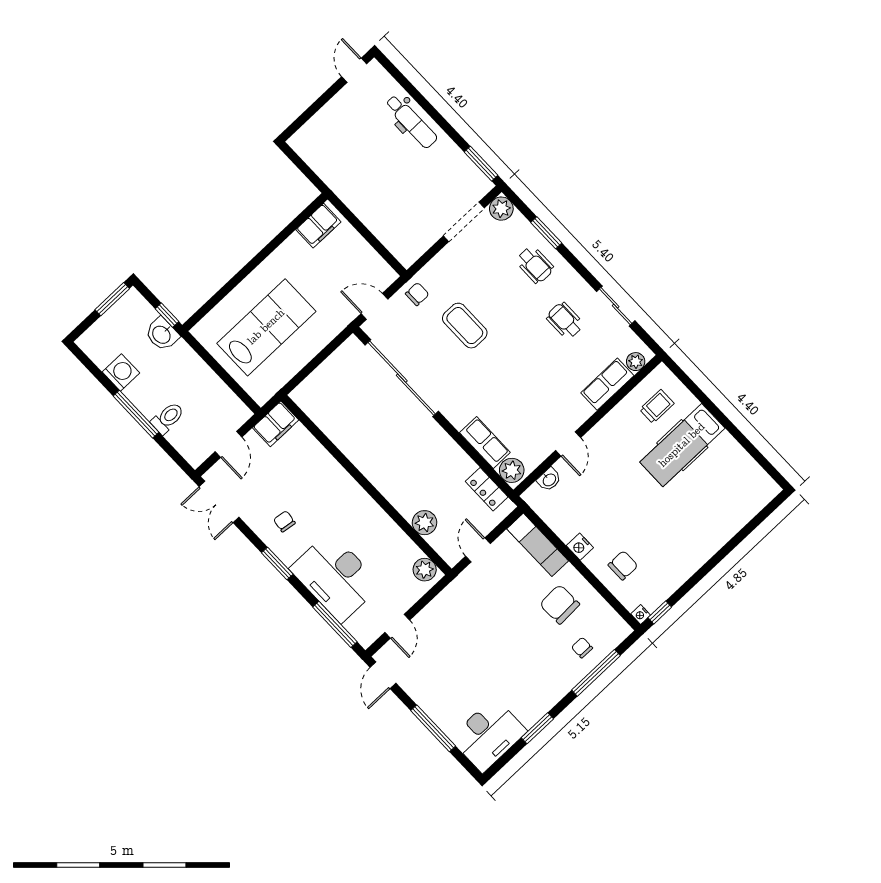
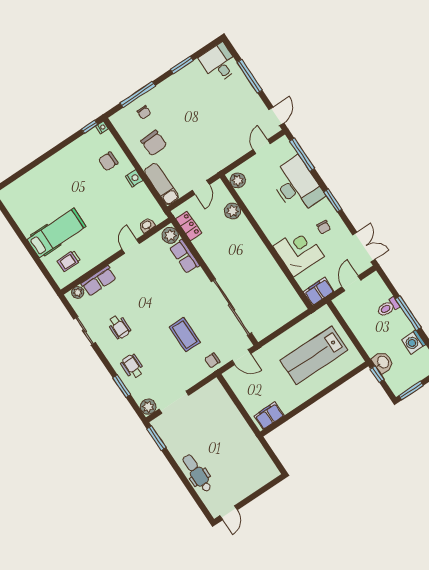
corner desk: (316, 479) -> (299, 251), added
desk: (488, 735) -> (219, 63), width x0.73

